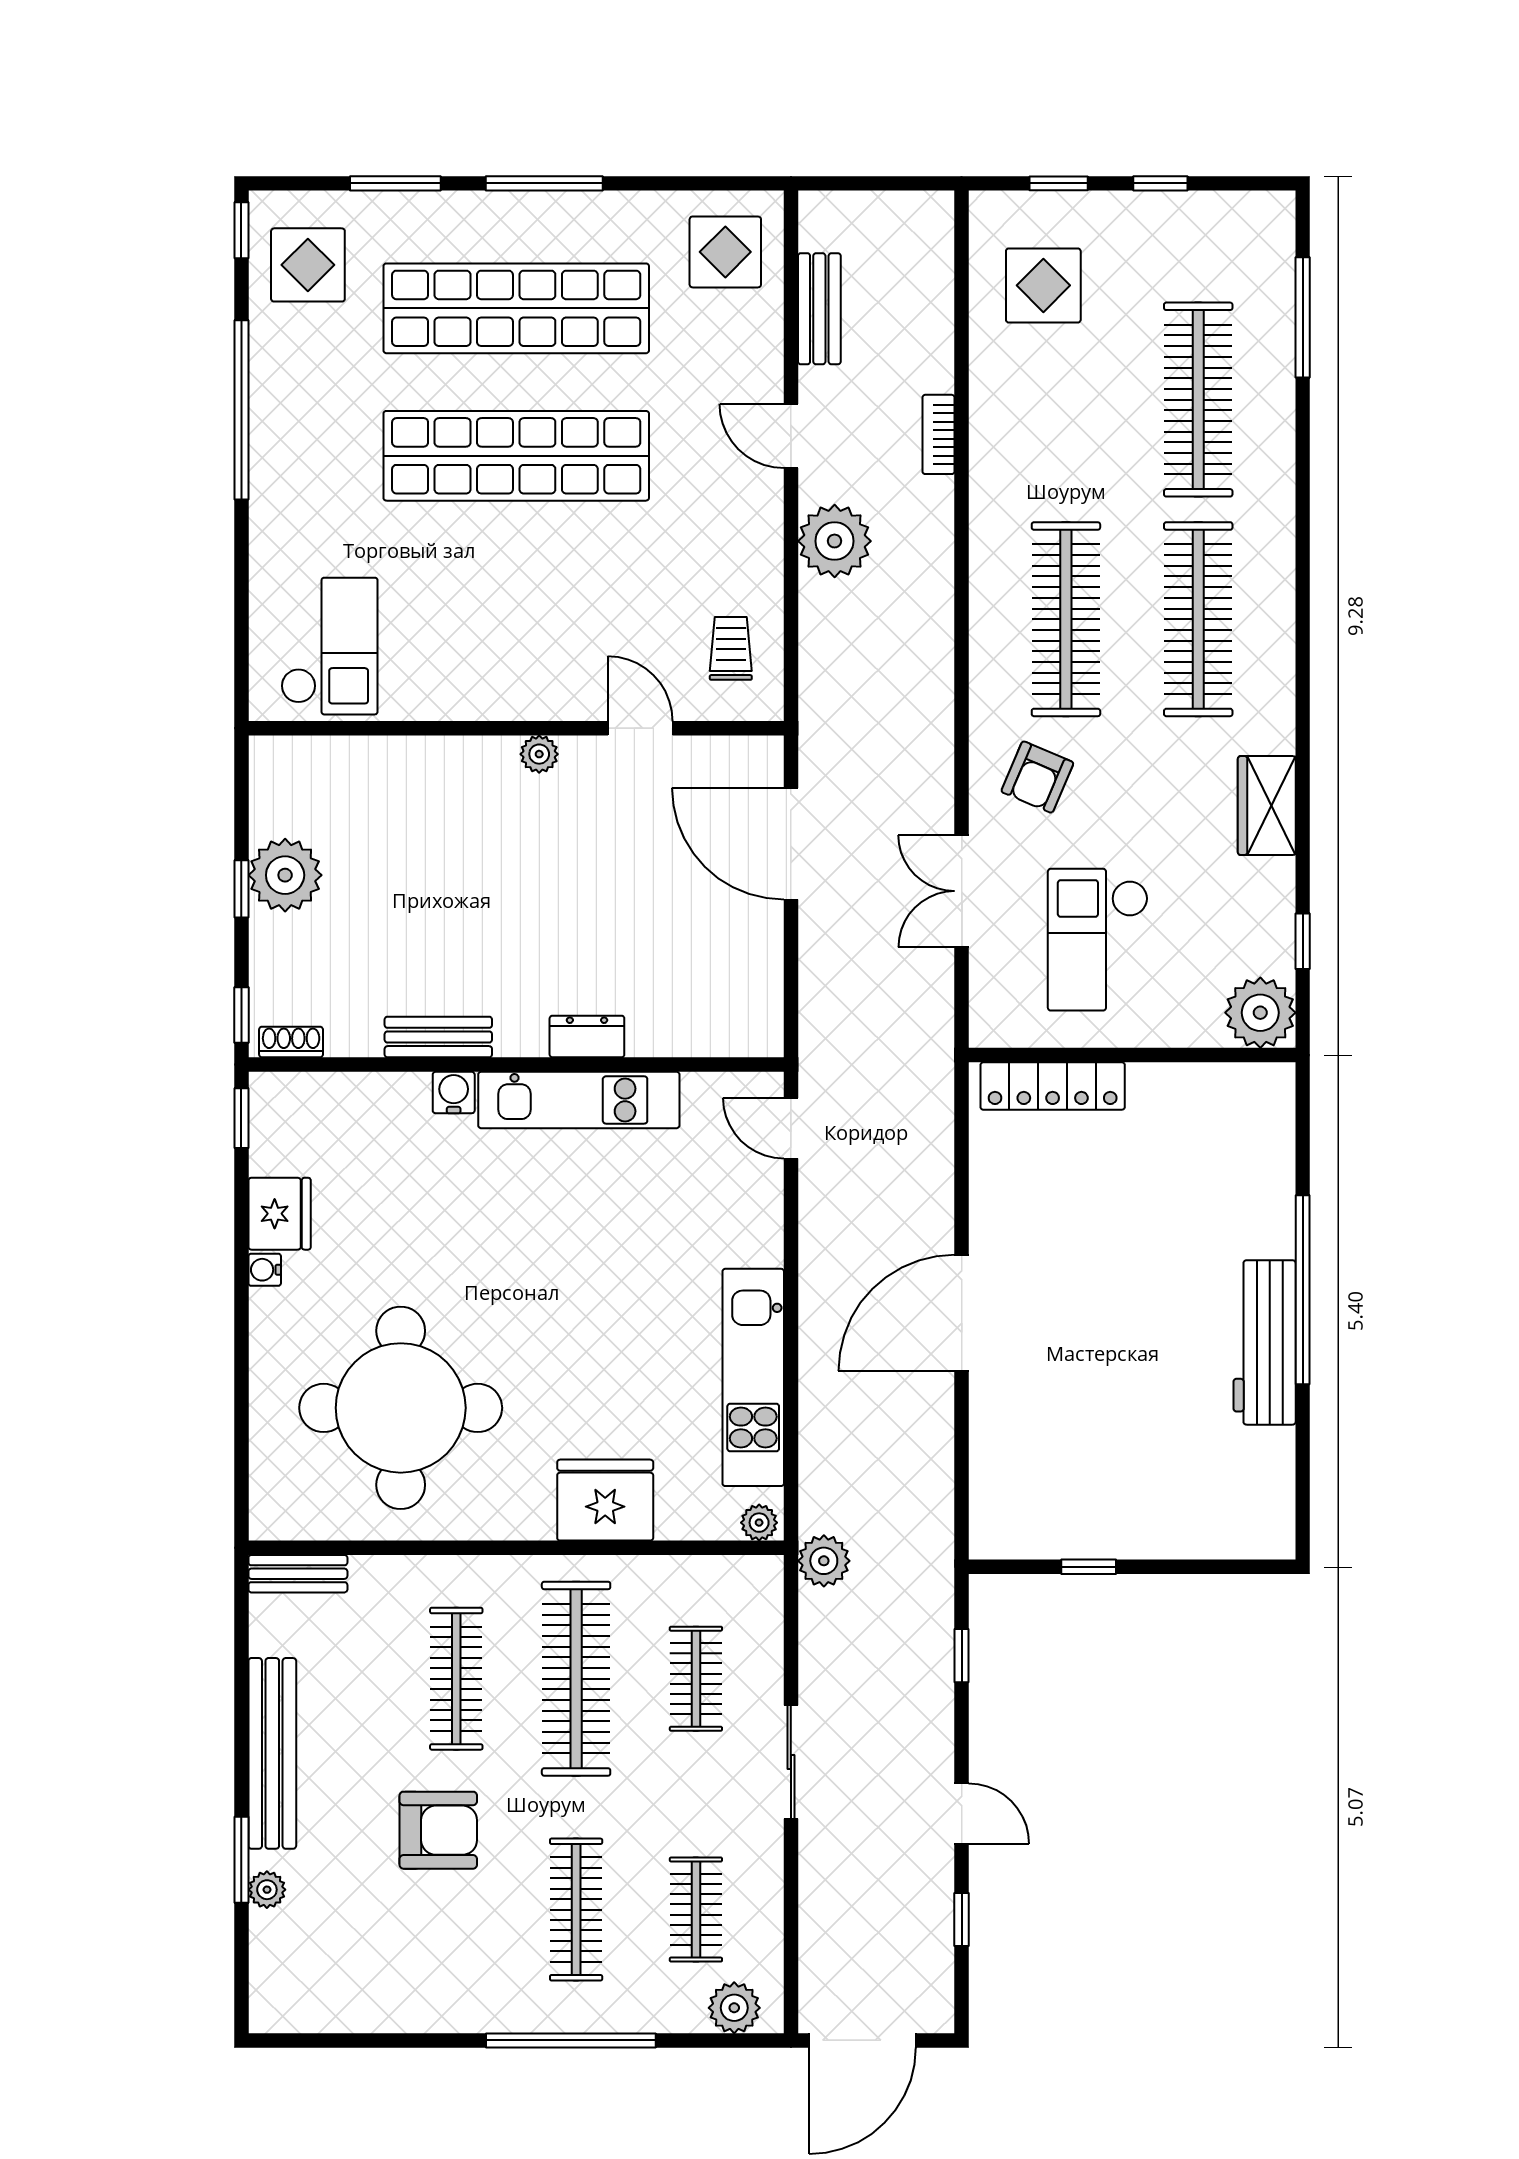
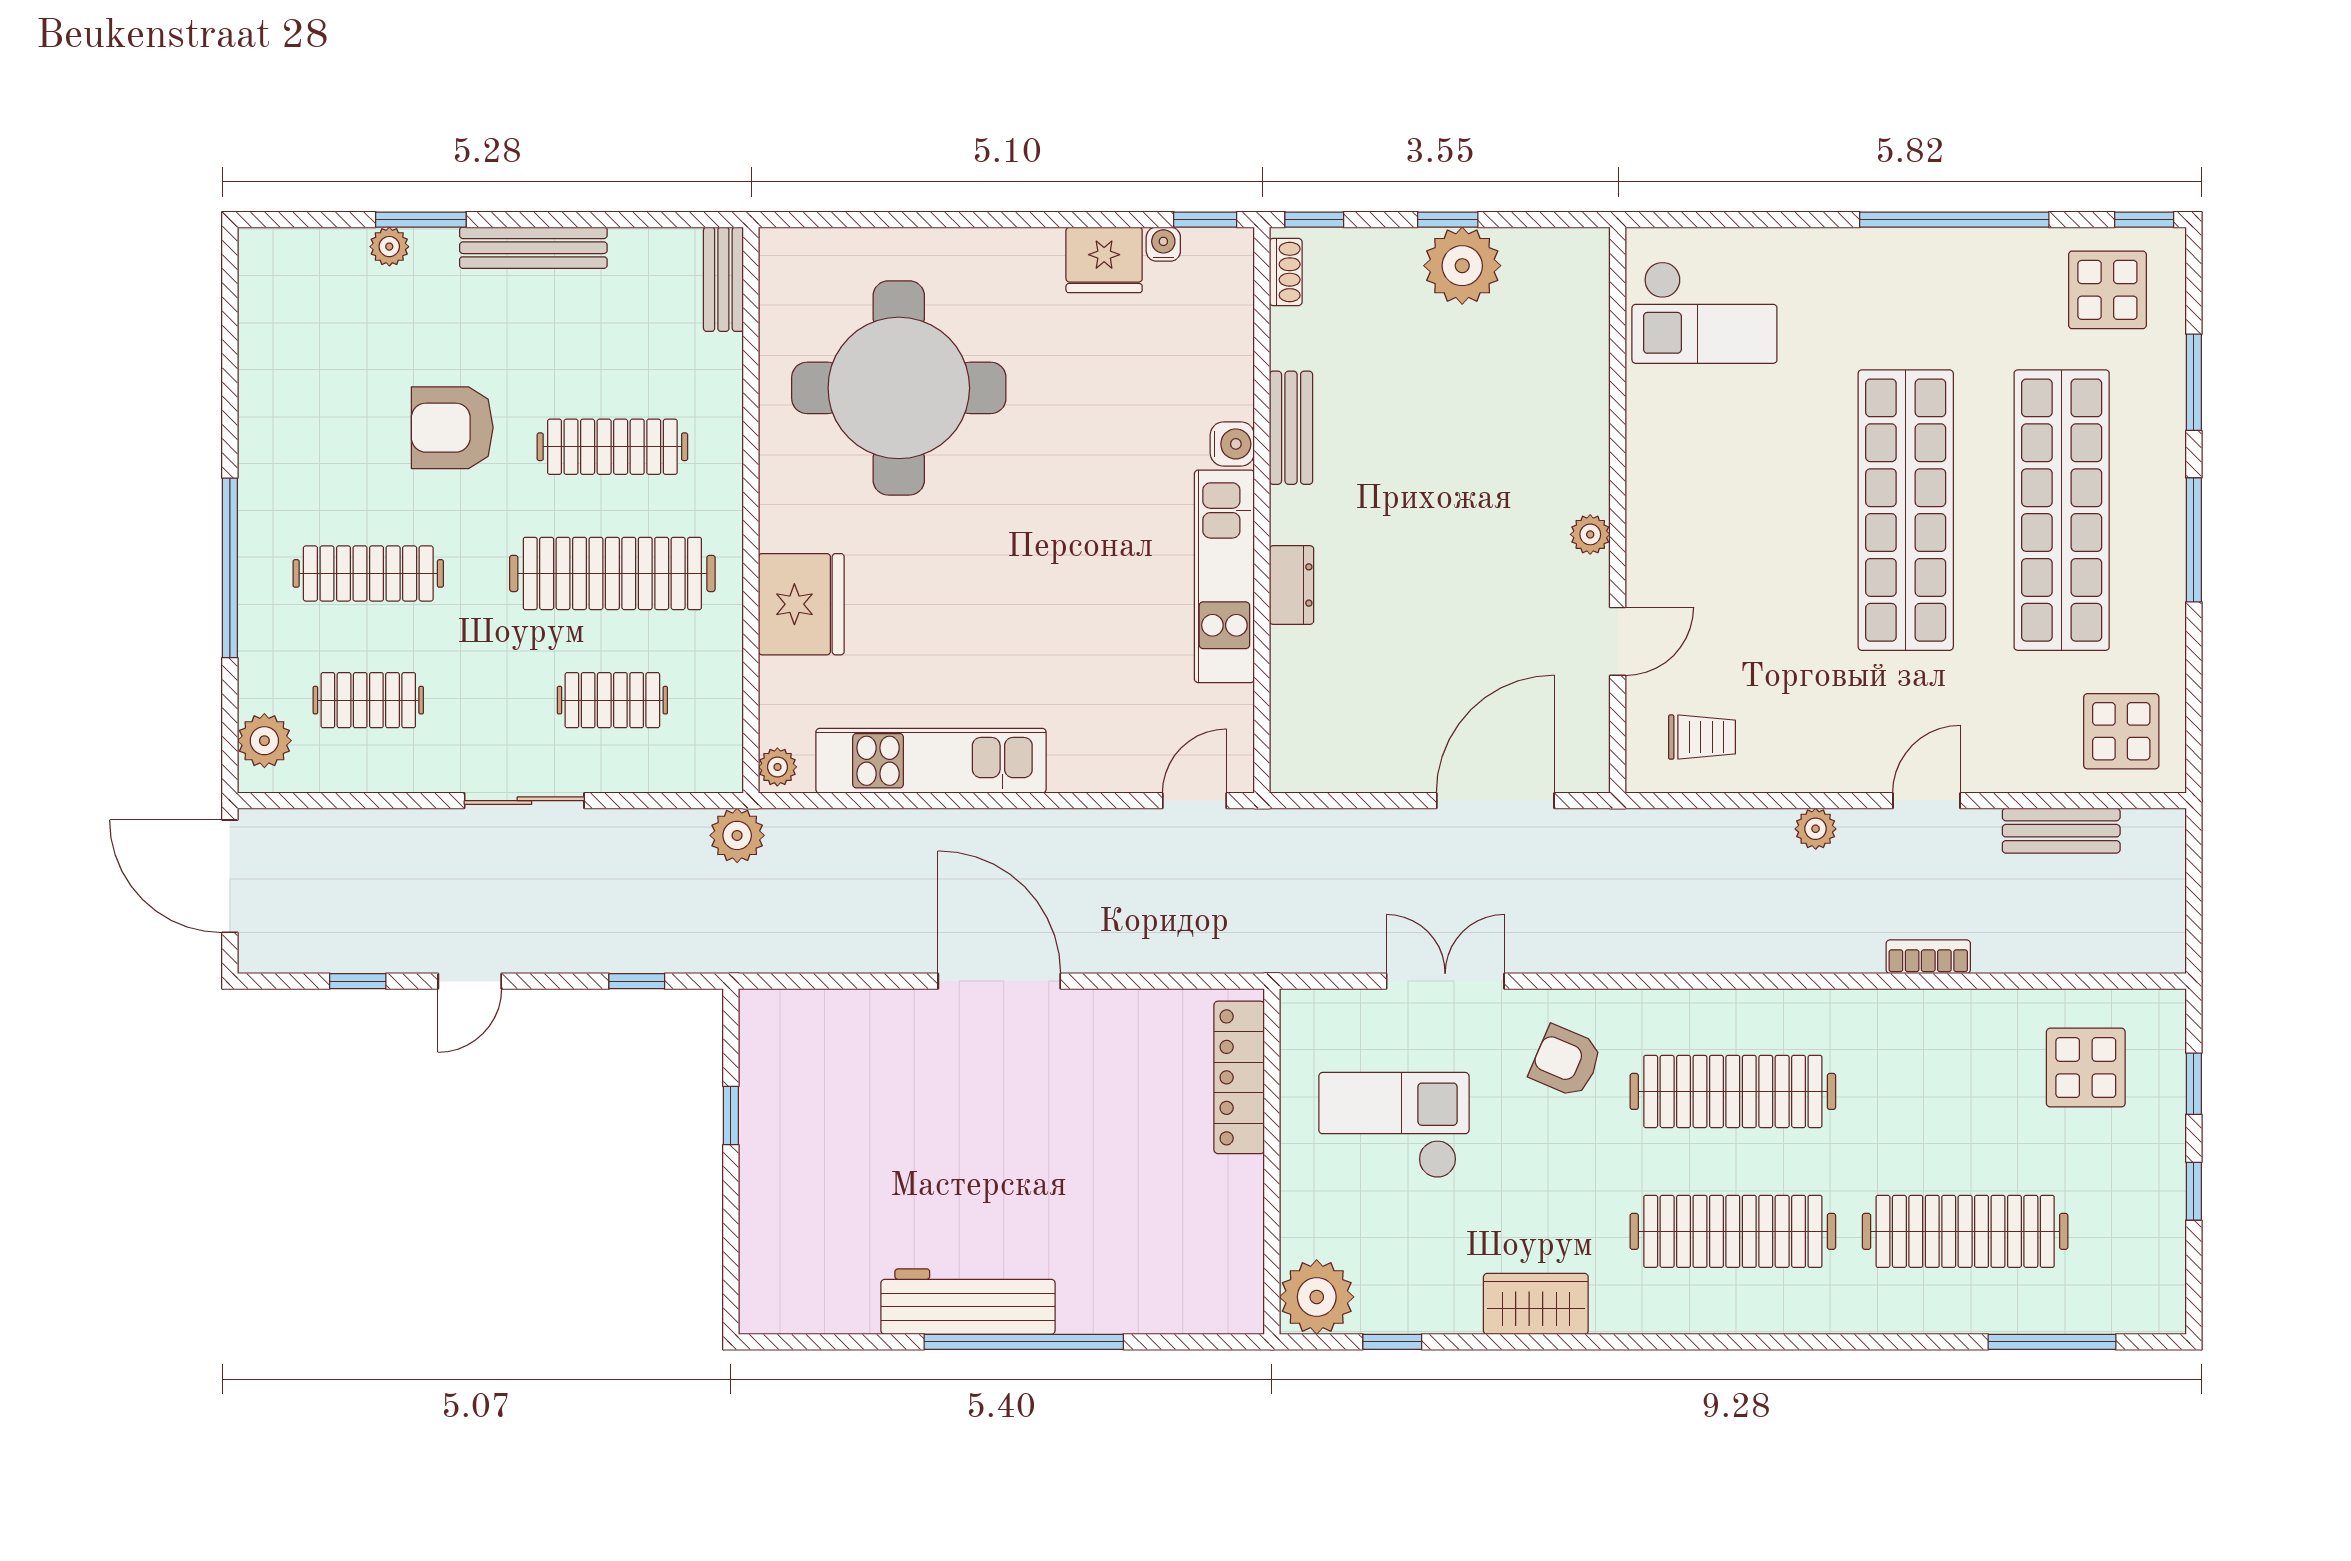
plant: (835, 541) -> (1816, 829), width x0.53, depth x0.53
water cooler: (265, 1270) -> (1163, 244), moved
bench: (272, 1753) -> (533, 248), width x0.73, depth x0.82
armchair: (438, 1830) -> (452, 428), turned 90

